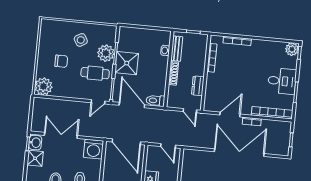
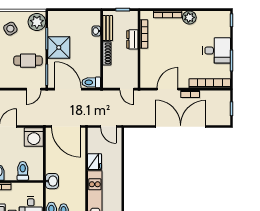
plant: (292, 49) -> (189, 17), moved
plant: (106, 53) -> (37, 22), moved
dresser: (198, 86) -> (132, 39), moved

